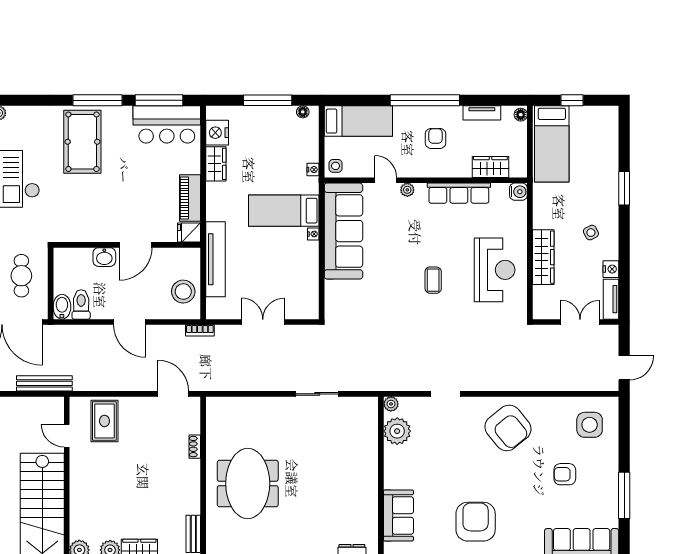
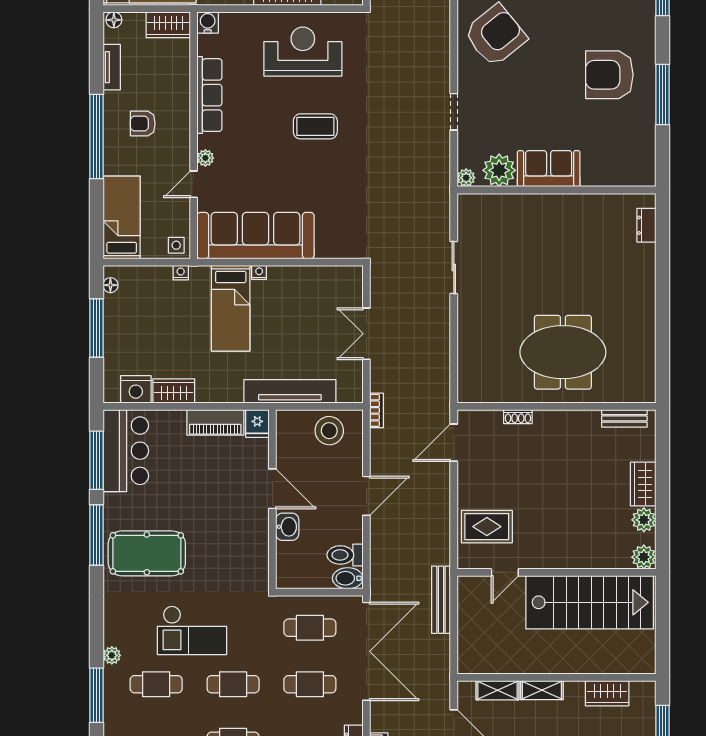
wardrobe: (490, 167) -> (168, 25), moved, turned -90
coffee table: (433, 280) -> (315, 126), width x1.36, depth x1.30
sofa: (398, 515) -> (549, 169), moved

